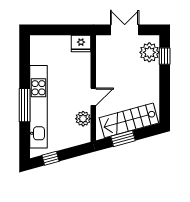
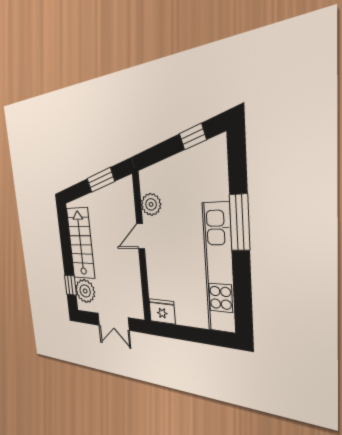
kitchen unit: (38, 107) -> (219, 268), moved
stairs: (129, 120) -> (81, 243), moved, turned -75

